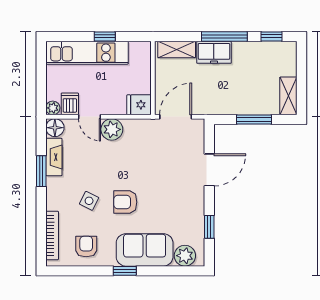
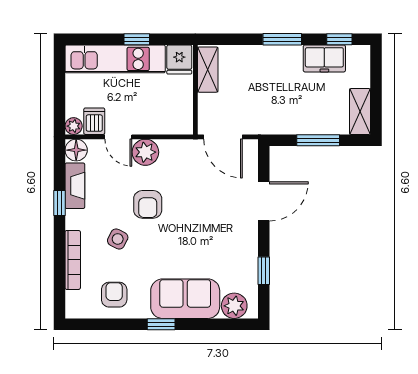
window: (224, 36) -> (282, 39), width x0.69
shelving: (177, 49) -> (208, 70), moved, turned 90
freezer: (214, 52) -> (324, 58), moved
fridge: (139, 105) -> (179, 59), moved, turned -90
door: (176, 117) -> (223, 137), swing flipped
window: (41, 171) -> (60, 203), width x0.67
armchair: (125, 202) -> (148, 204), moved, turned -90
bookcase: (52, 235) -> (73, 260), moved

